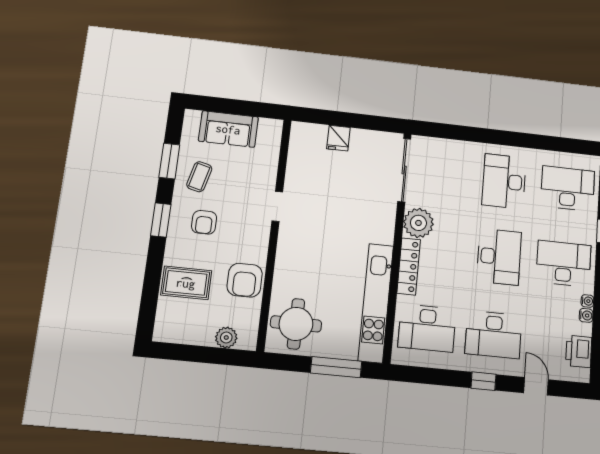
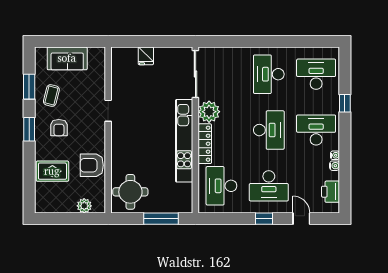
armchair: (245, 280) -> (92, 165), turned 90
kitchen unit: (376, 303) -> (184, 141), moved
desk: (427, 328) -> (221, 186), turned 90

